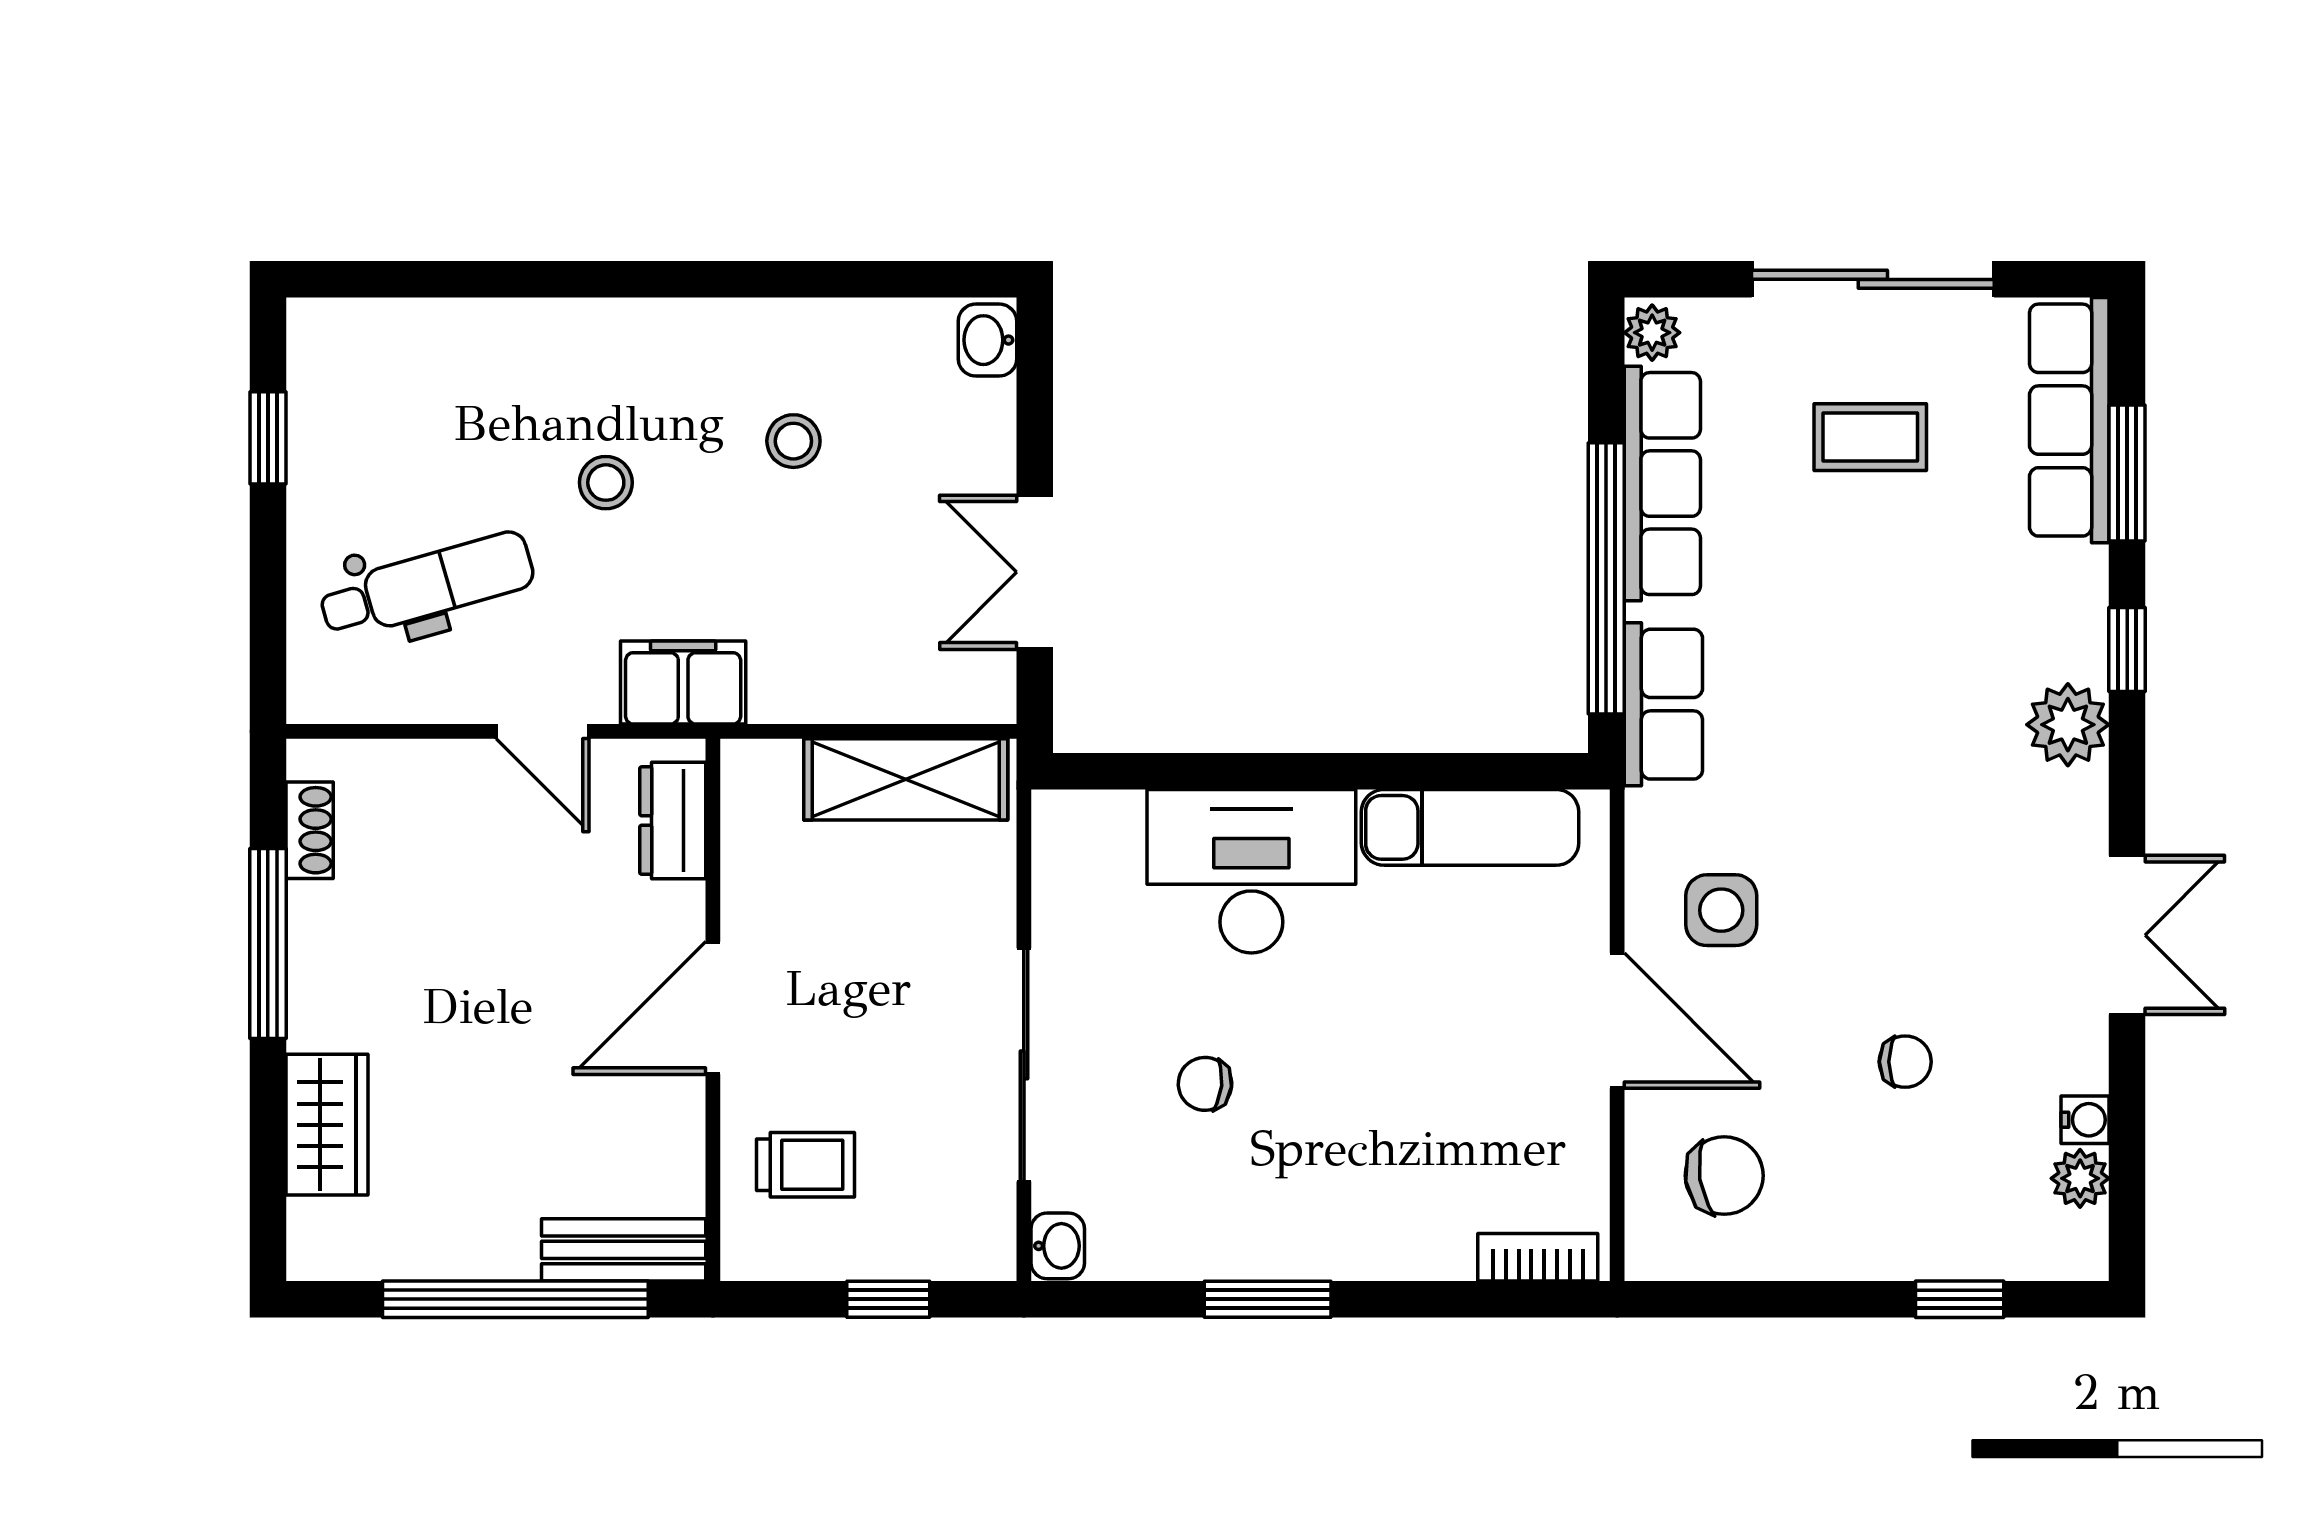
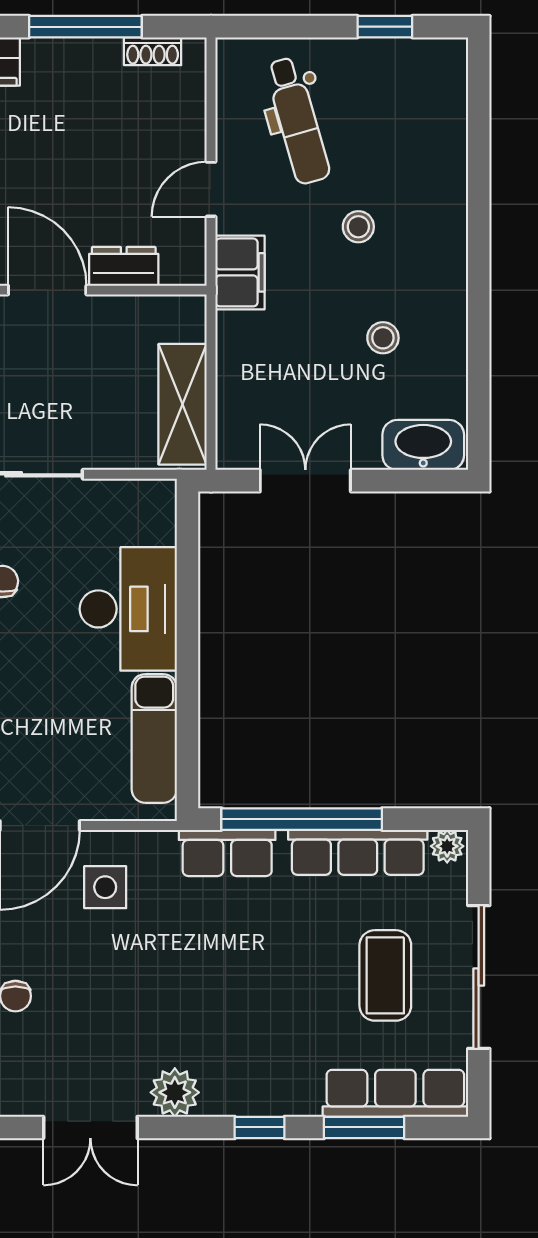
washbasin: (988, 340) -> (423, 445), width x1.91, depth x1.45
coffee table: (1870, 437) -> (385, 975), width x1.36, depth x1.30
plant: (2068, 725) -> (175, 1092), moved
dresser: (673, 821) -> (124, 266), moved

